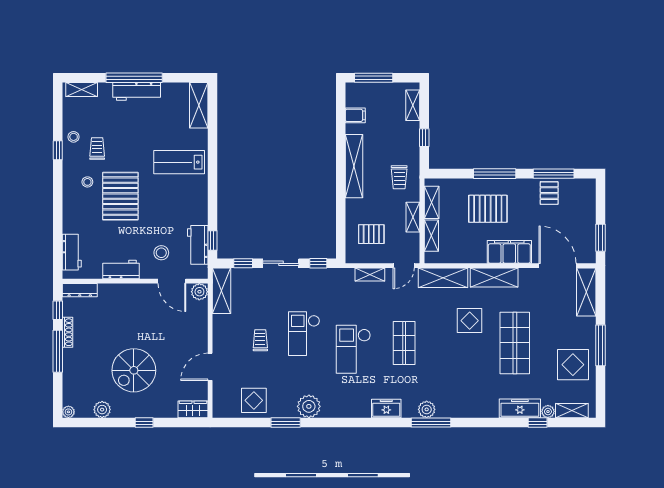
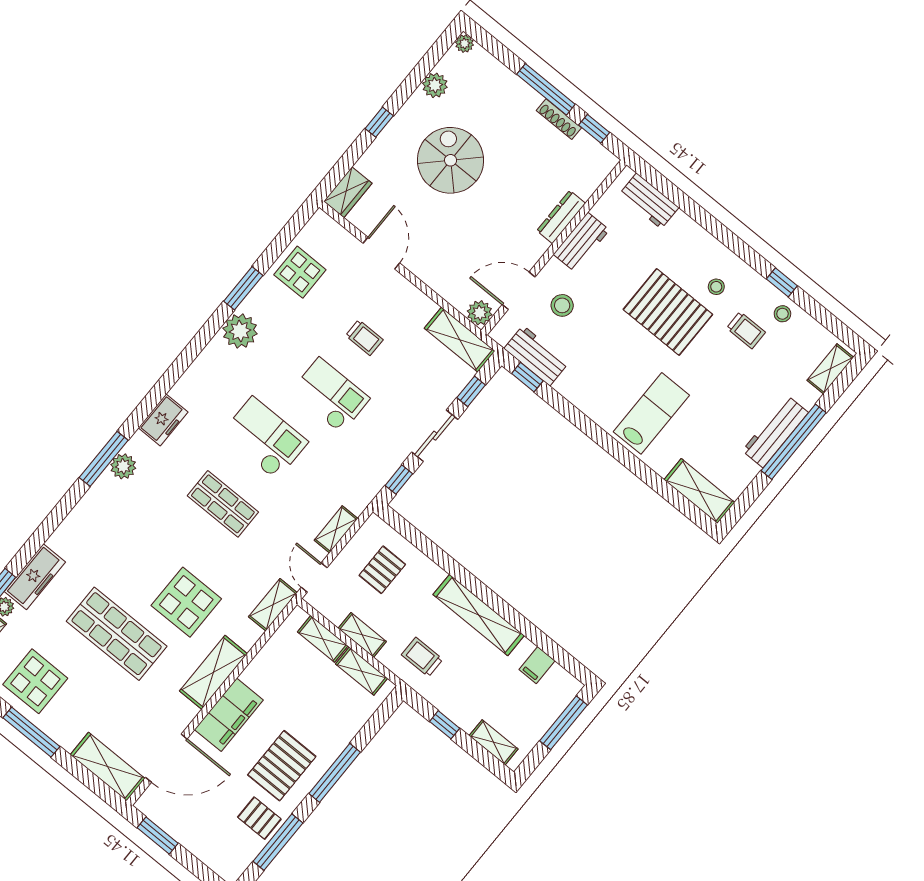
pallet: (488, 209) -> (282, 766), moved
shelving: (443, 278) -> (273, 605), width x0.67, depth x0.75
dresser: (80, 290) -> (561, 217), moved
display table: (470, 321) -> (186, 602), width x1.36, depth x1.36

